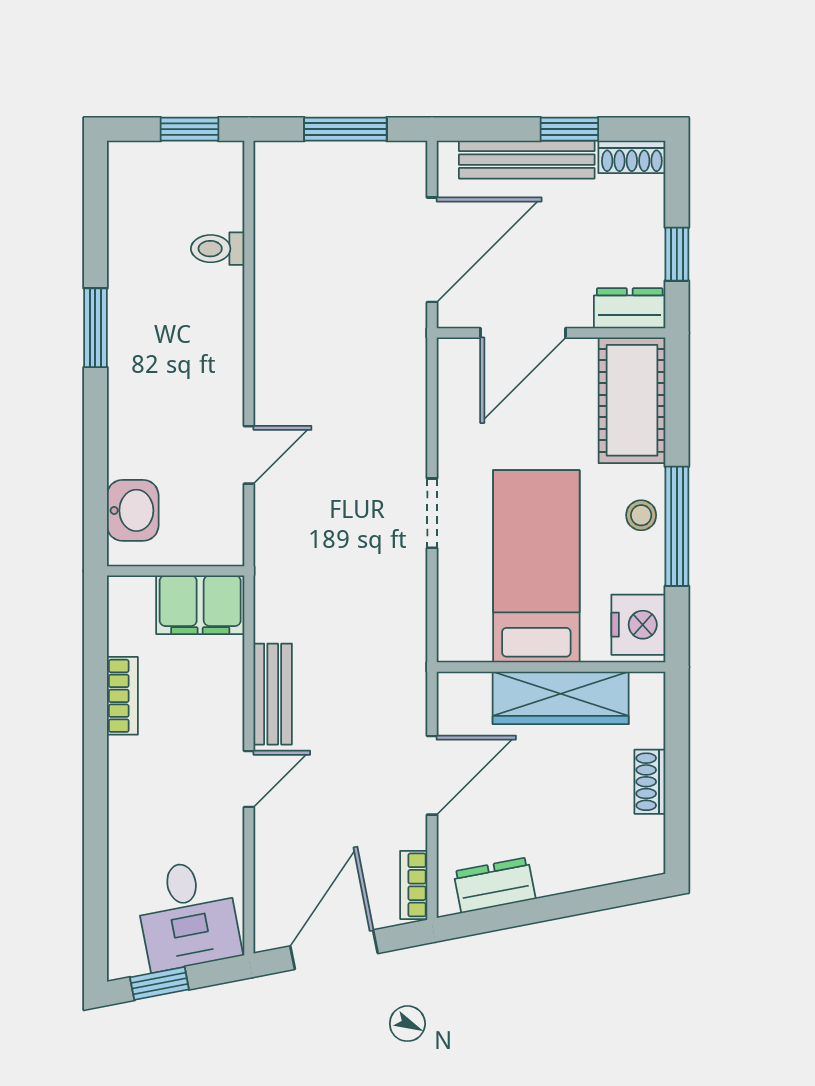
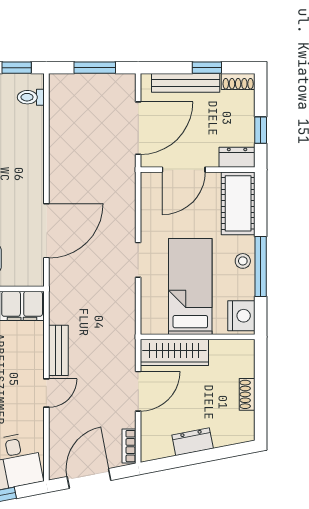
toilet: (218, 249) -> (31, 97), moved
door: (249, 455) -> (46, 231), width x1.87
wardrobe: (561, 698) -> (174, 352), moved
dresser: (494, 885) -> (193, 442), moved

